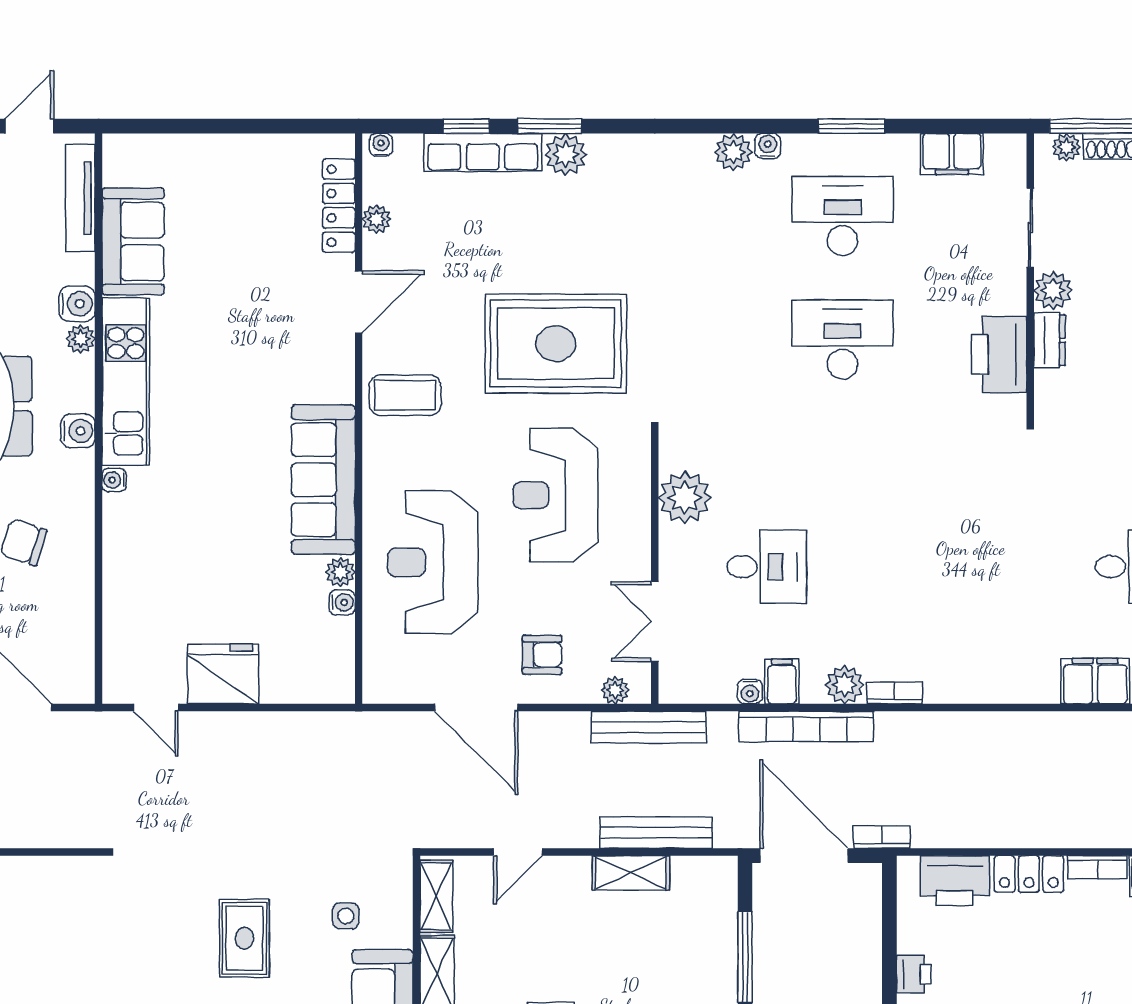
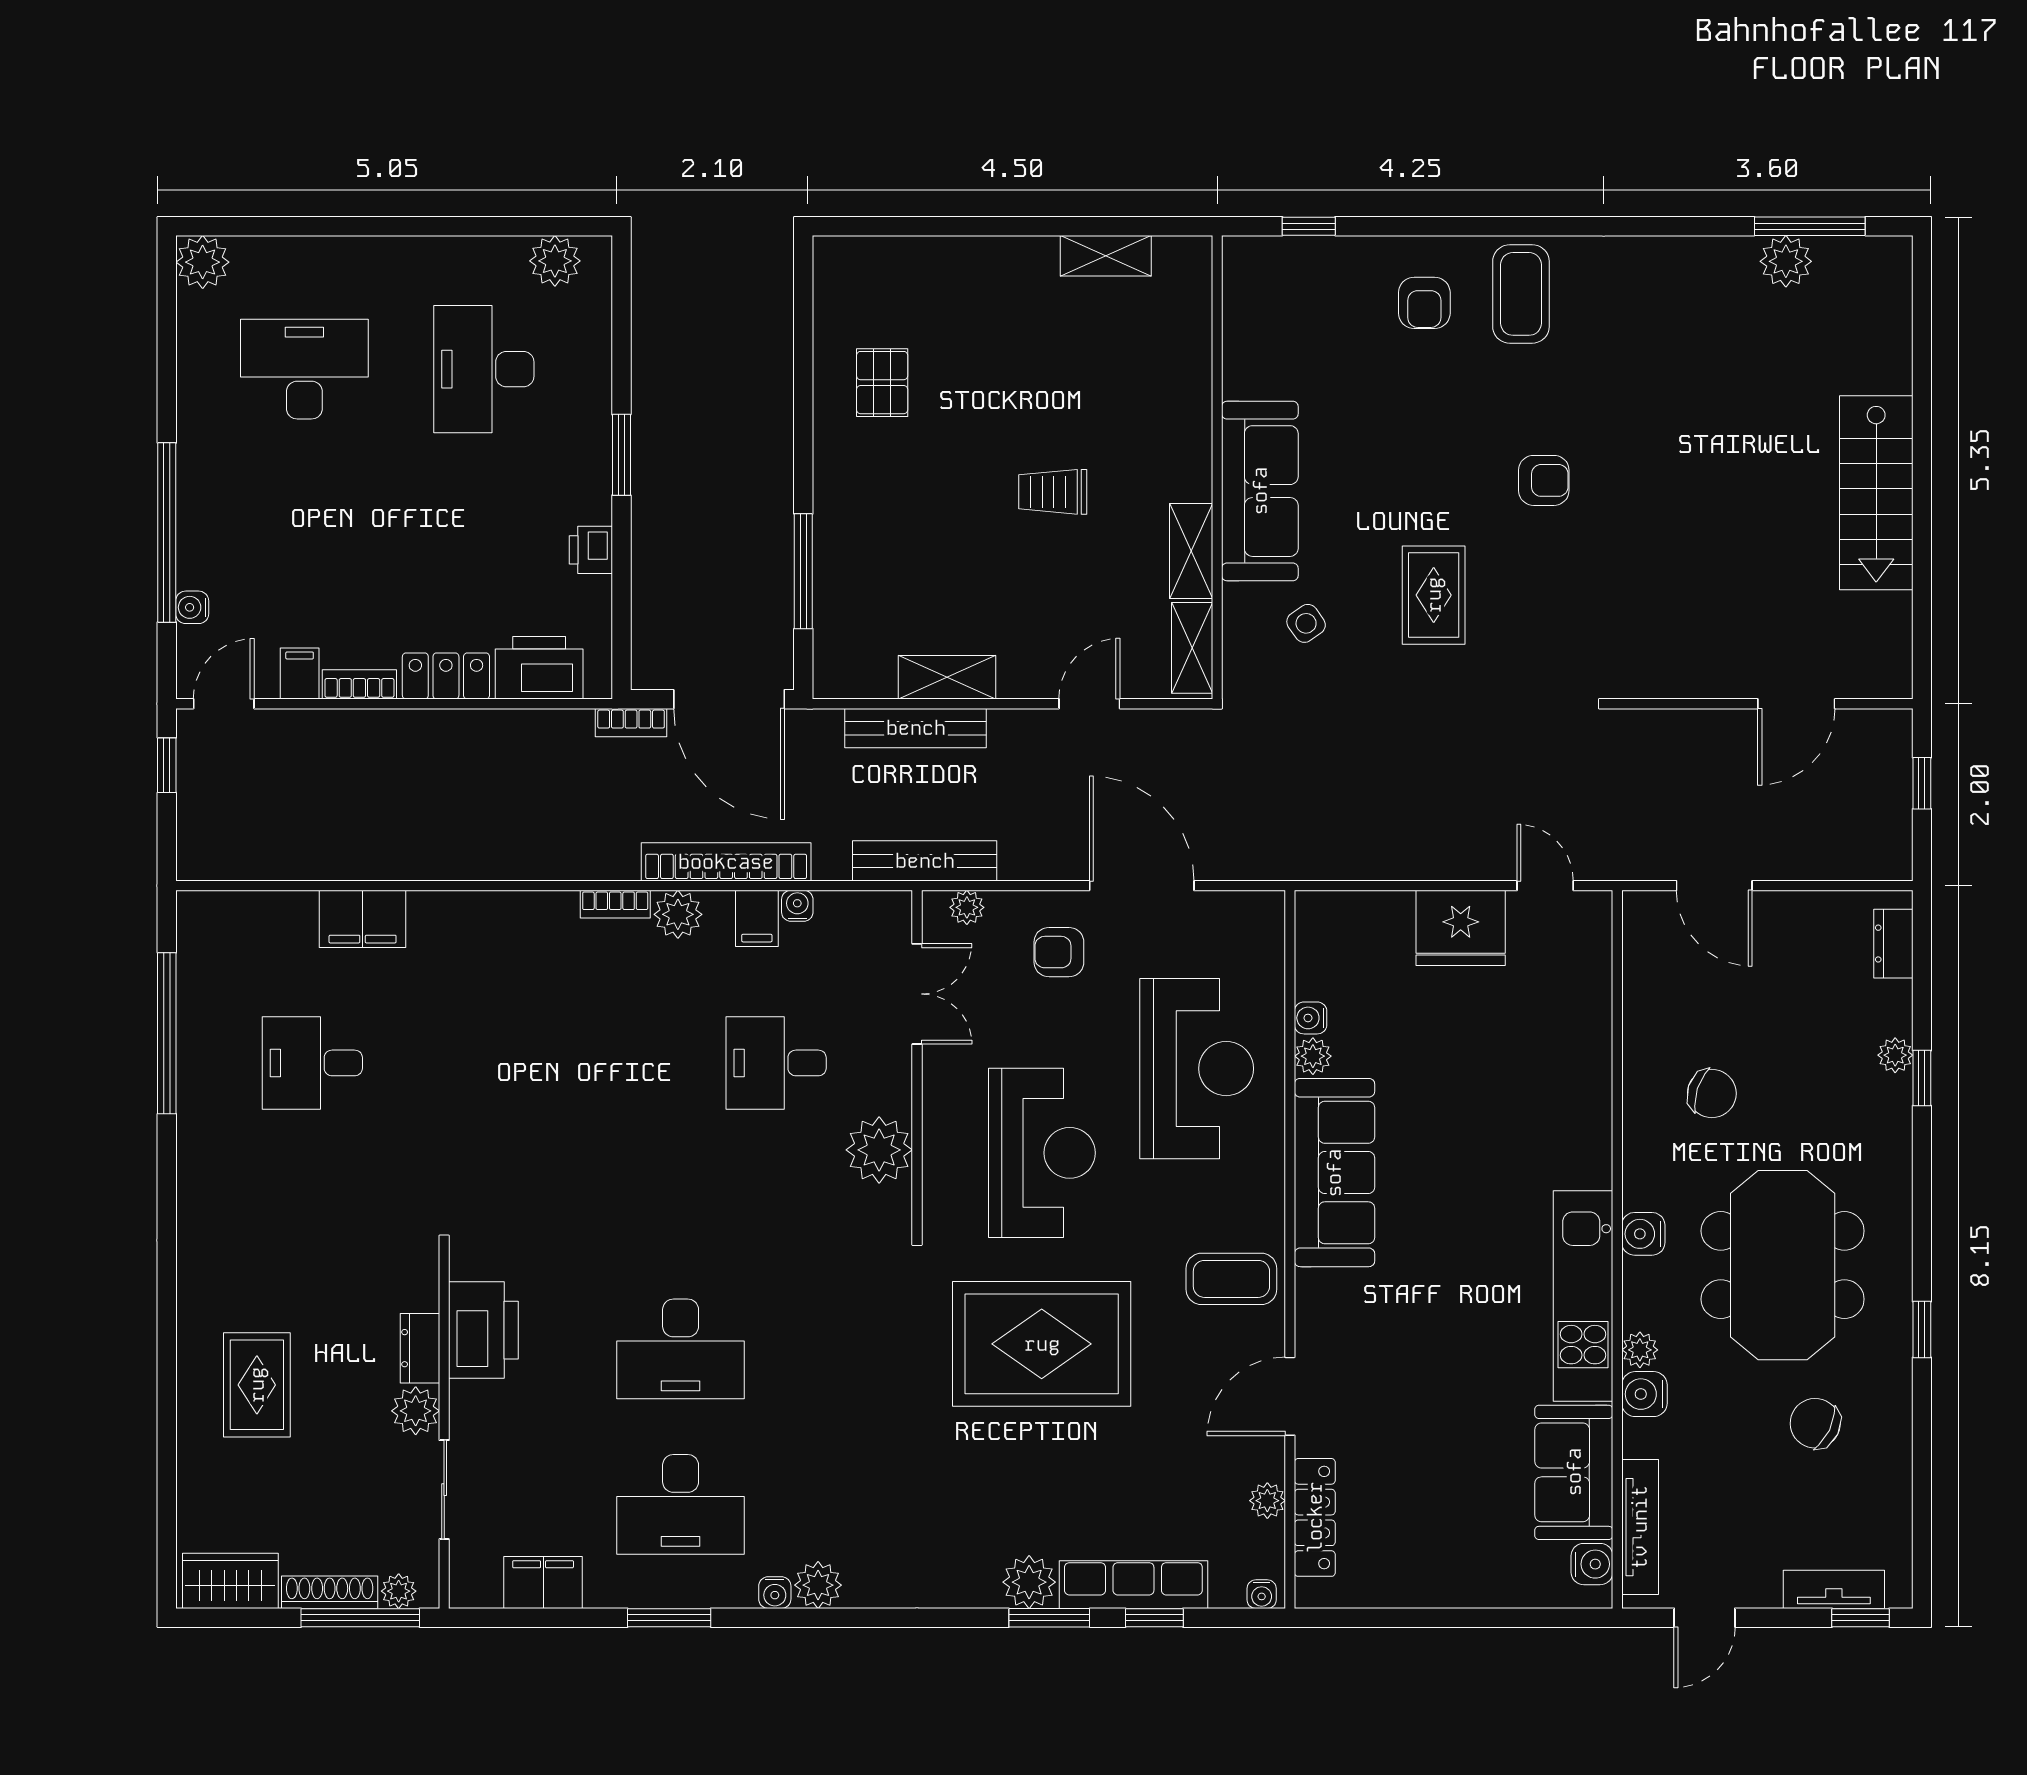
water cooler: (114, 480) -> (1592, 1564), moved, width x1.38, depth x1.38
side table: (346, 916) -> (1306, 623), turned -35

